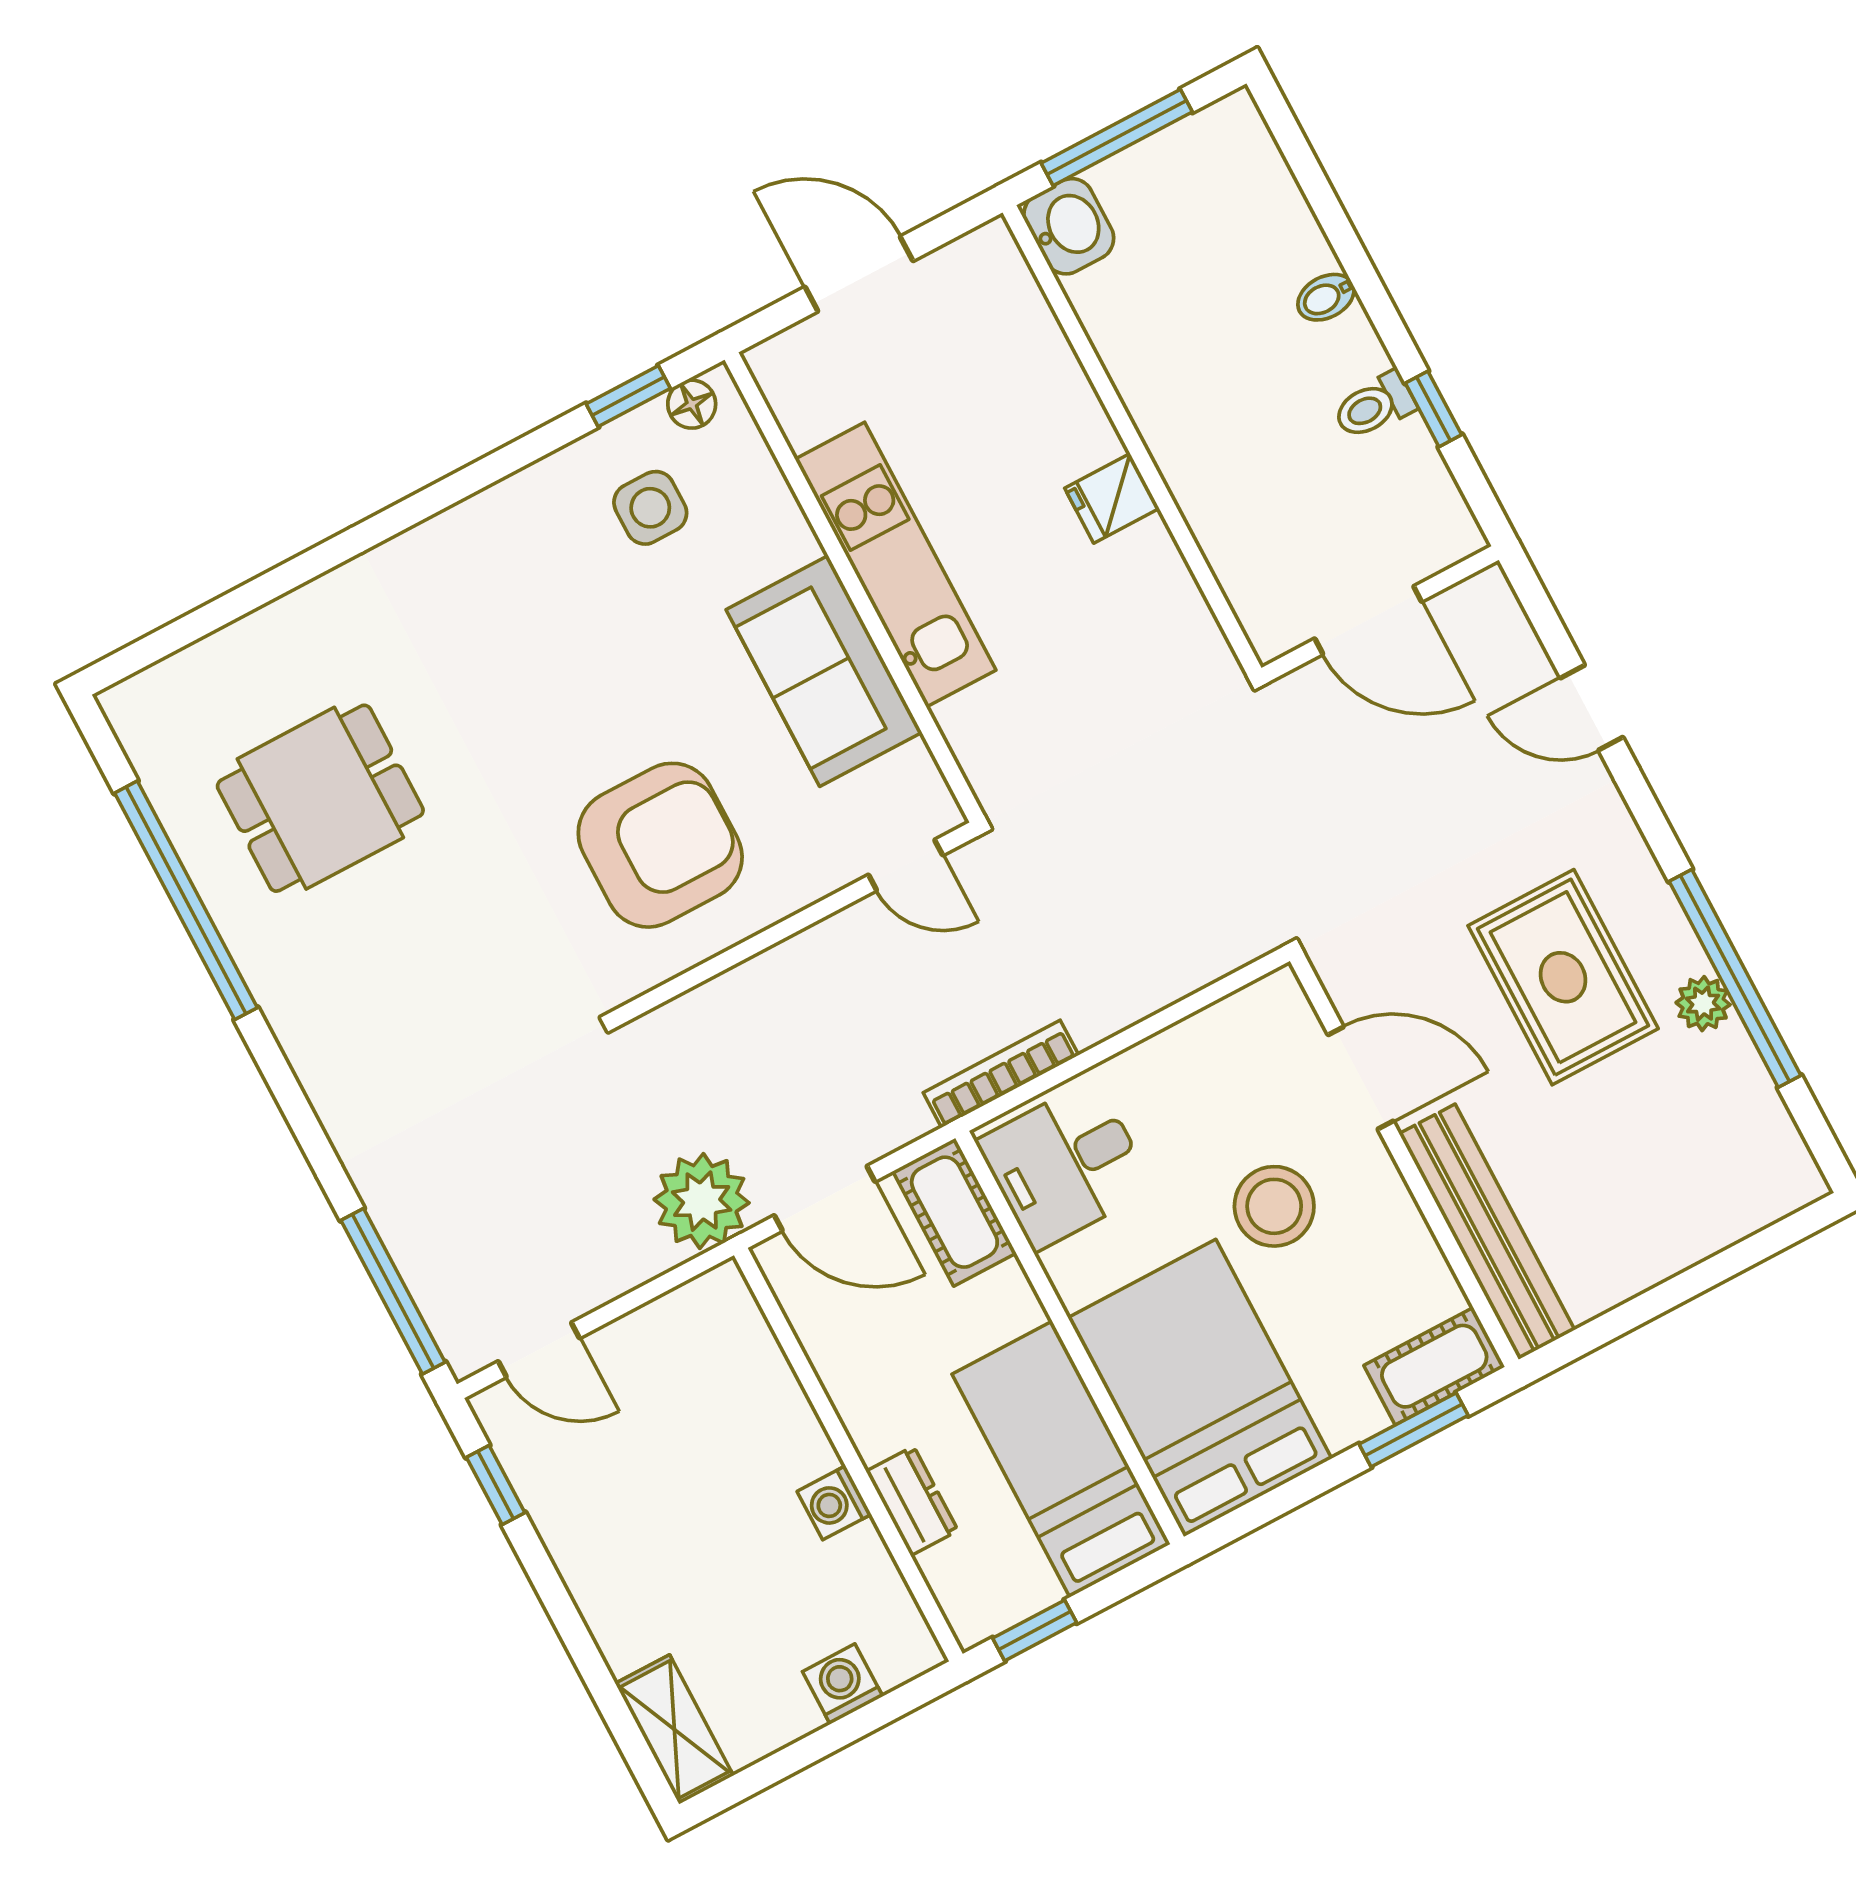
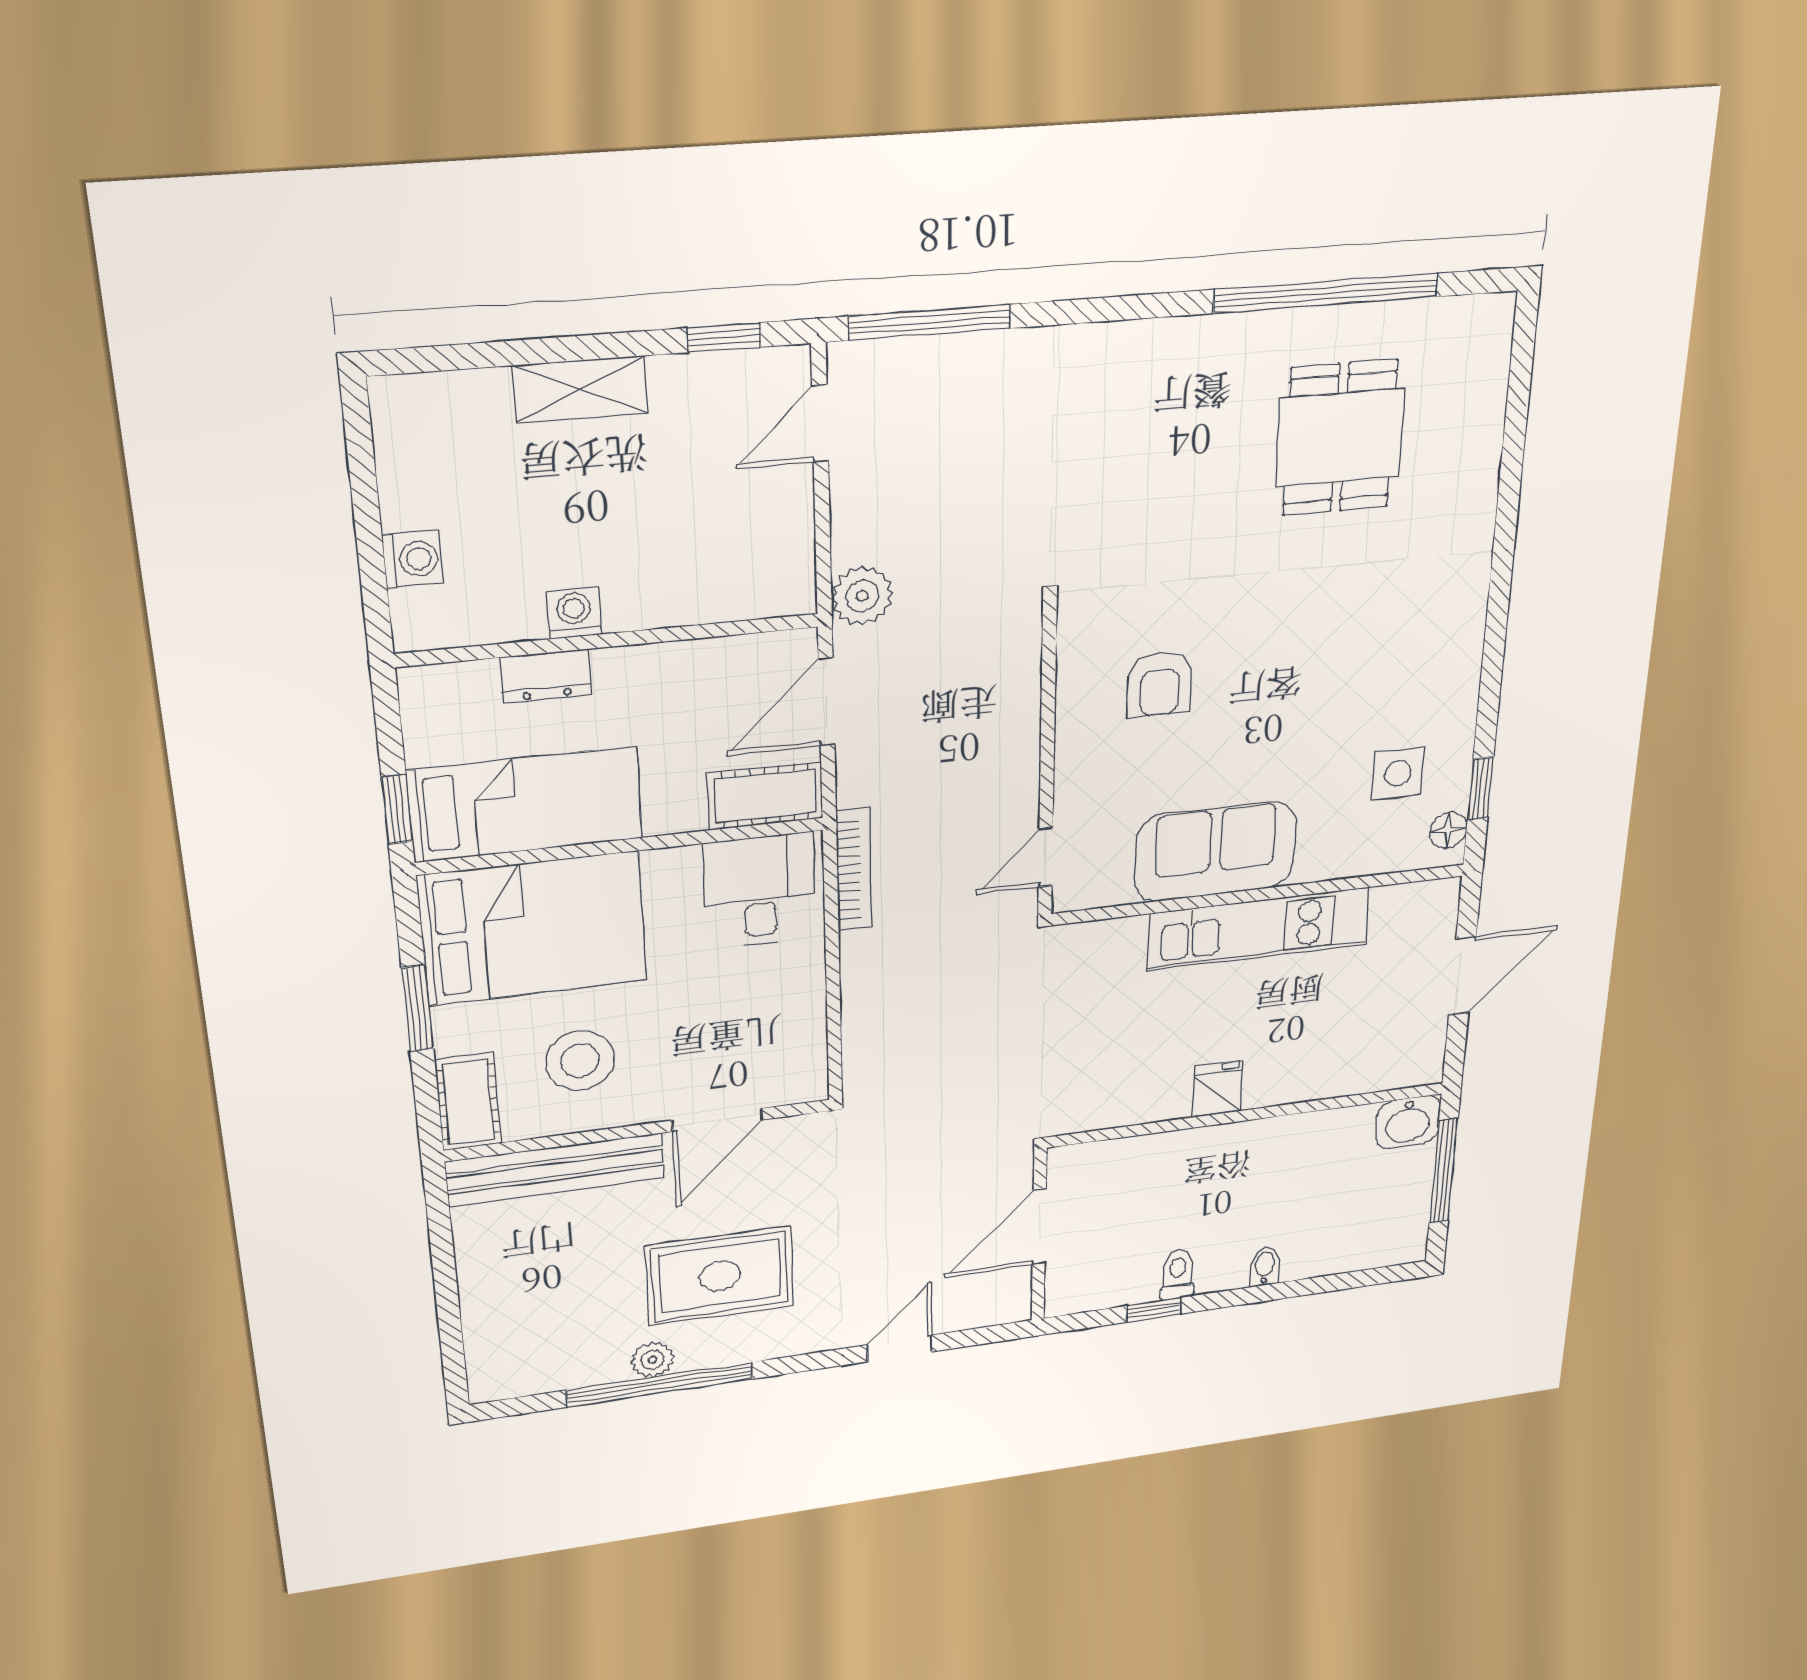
armchair: (660, 845) -> (1160, 684), width x0.53, depth x0.53
plant: (702, 1201) -> (862, 596), width x0.73, depth x0.73
stool: (1274, 1206) -> (580, 1061), moved
window: (1414, 1430) -> (417, 1008), moved
window: (1035, 1630) -> (397, 809), moved
shelving: (674, 1729) -> (580, 389), moved

